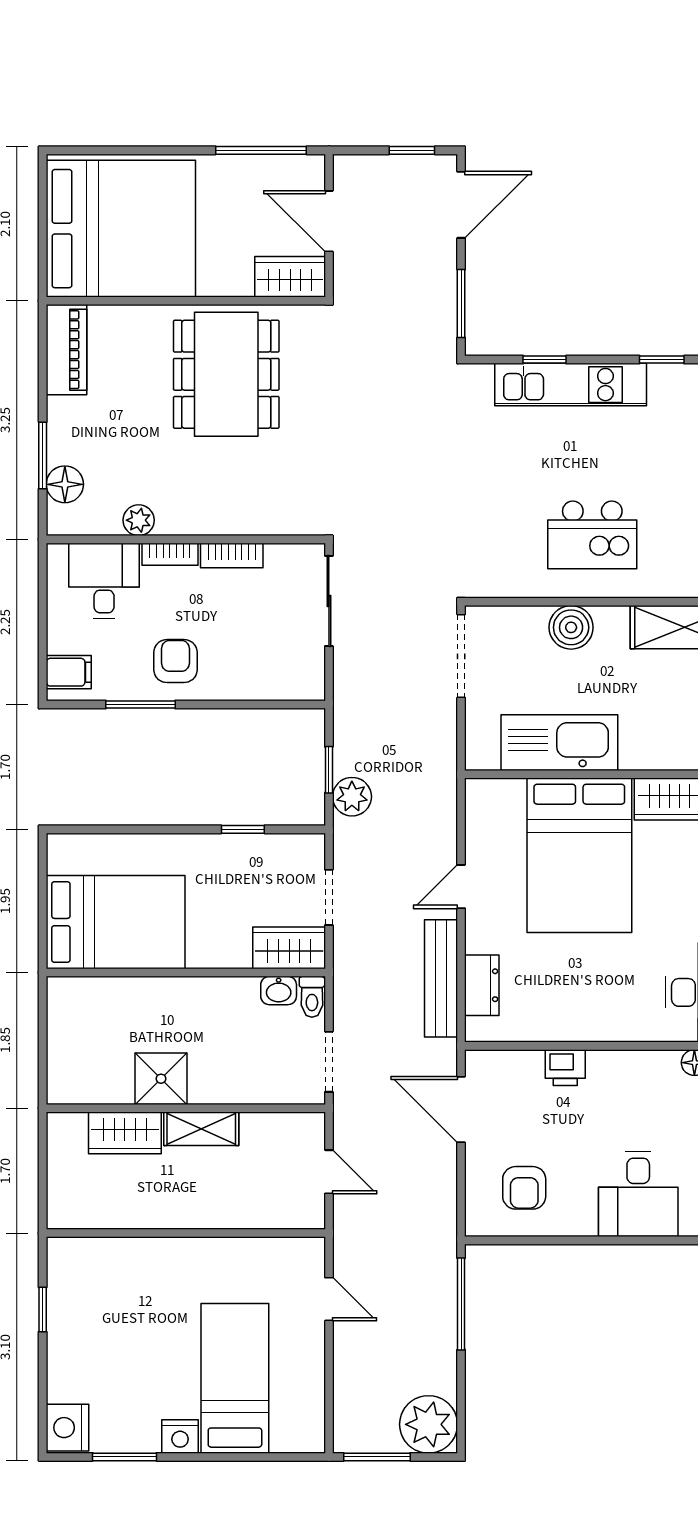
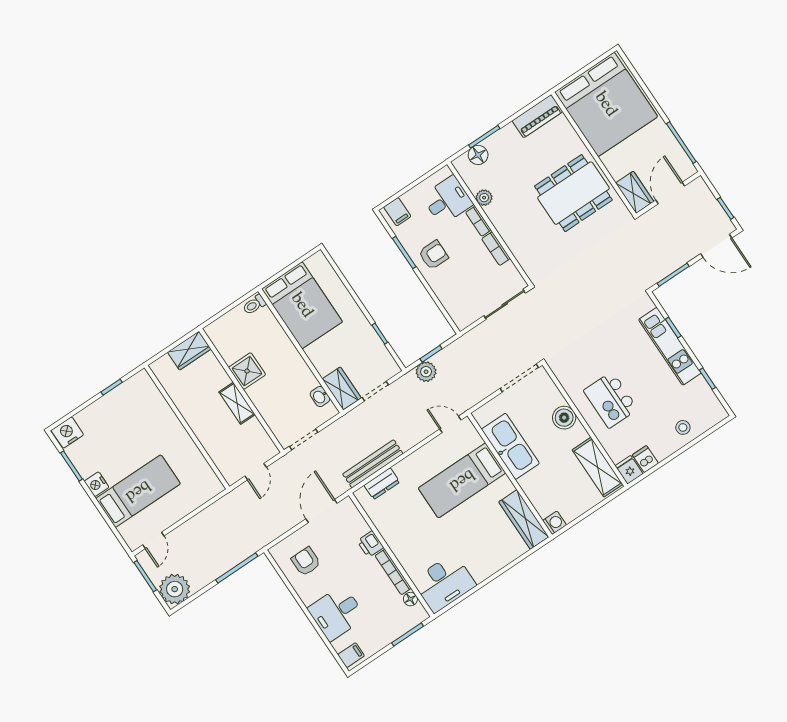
bed: (579, 855) -> (462, 480), width x0.67
door: (461, 887) -> (450, 424), moved
toilet: (312, 997) -> (254, 305), moved
bookcase: (633, 1061) -> (393, 572), added
wardrobe: (125, 1133) -> (189, 351), moved, turned -90
armchair: (524, 1188) -> (306, 561), turned 90
door: (329, 1299) -> (153, 540), moved

